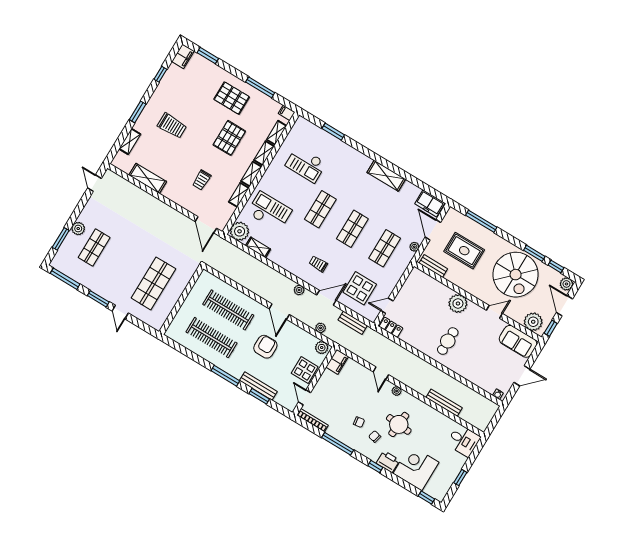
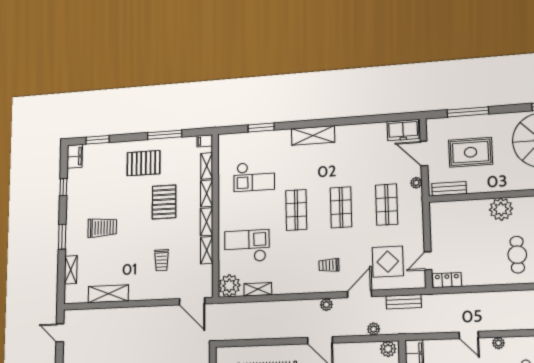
shelving: (386, 176) -> (313, 135), moved

